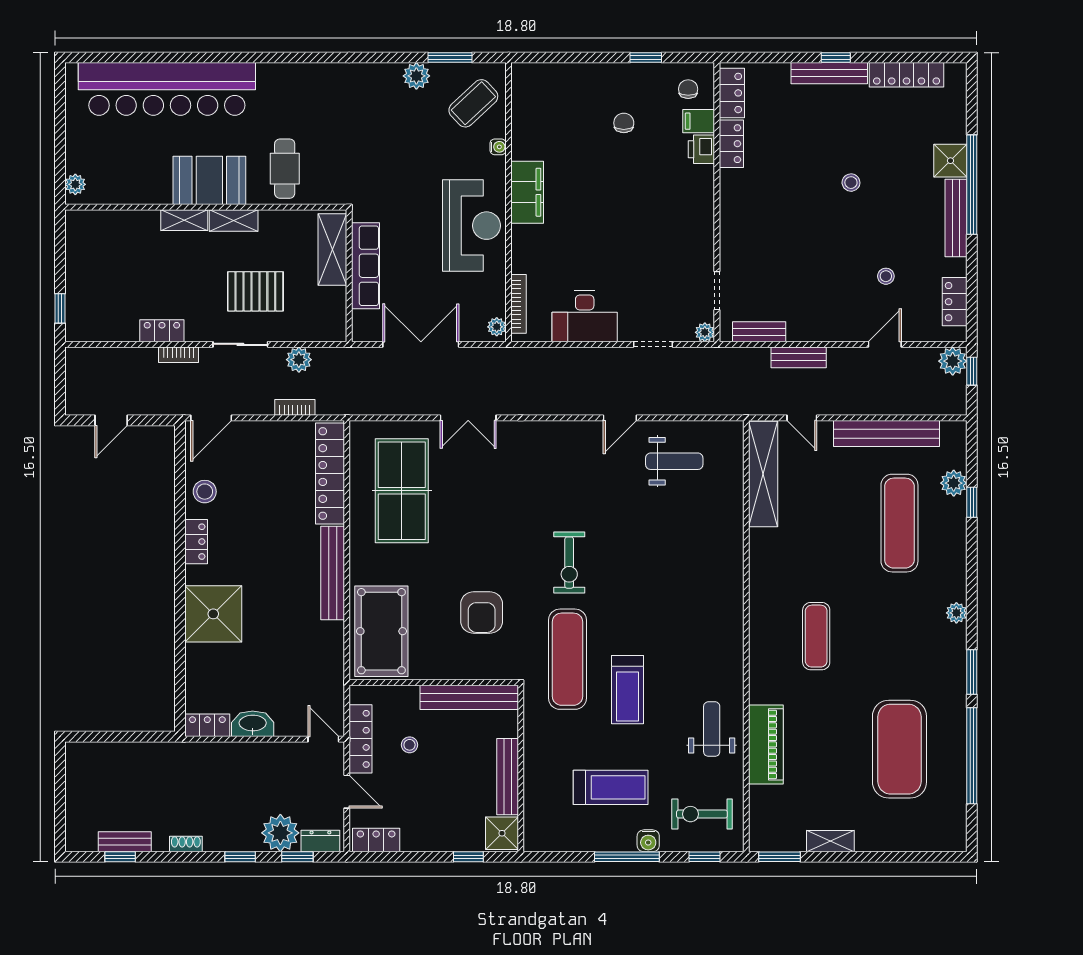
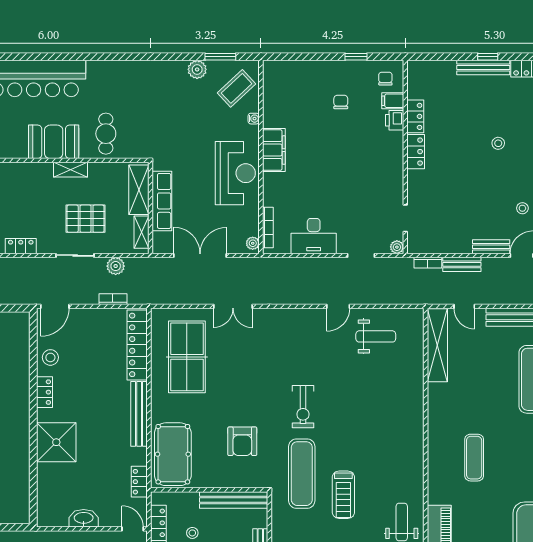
locker: (732, 93) -> (416, 152), moved
shelving: (184, 220) -> (142, 232), moved, turned 90
bench: (759, 332) -> (491, 247), moved
bookcase: (179, 355) -> (428, 263), moved
locker: (207, 725) -> (139, 482), moved, turned -90

